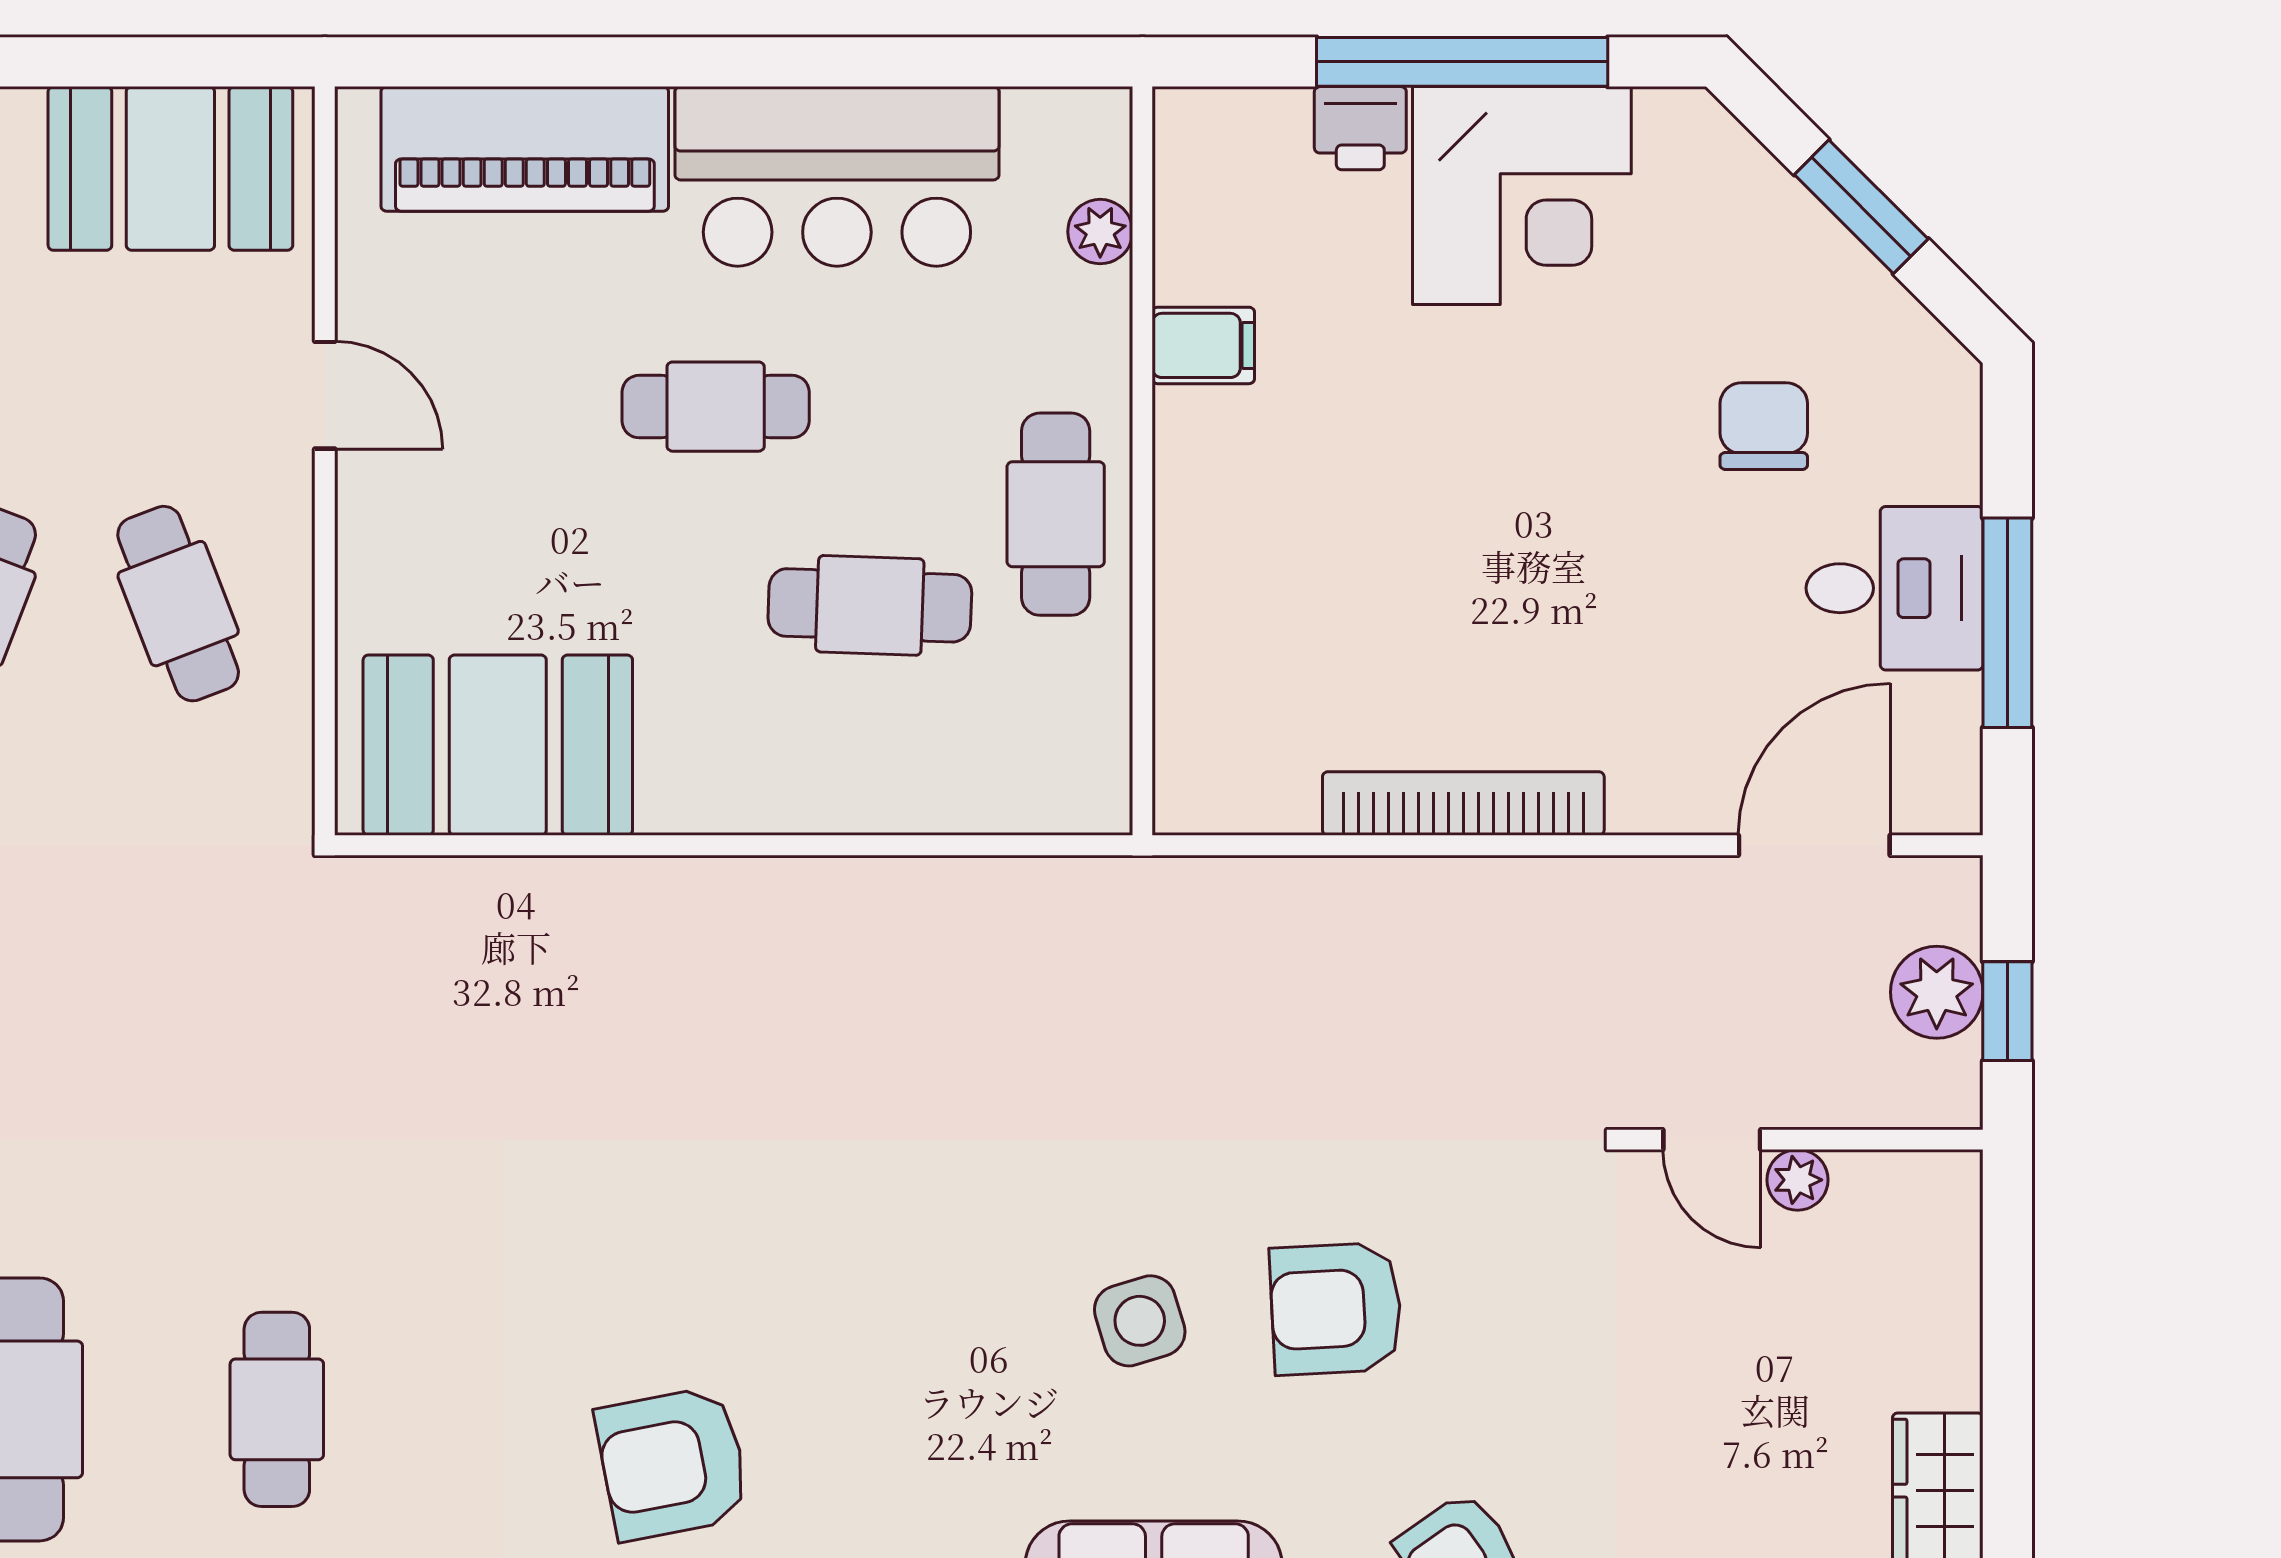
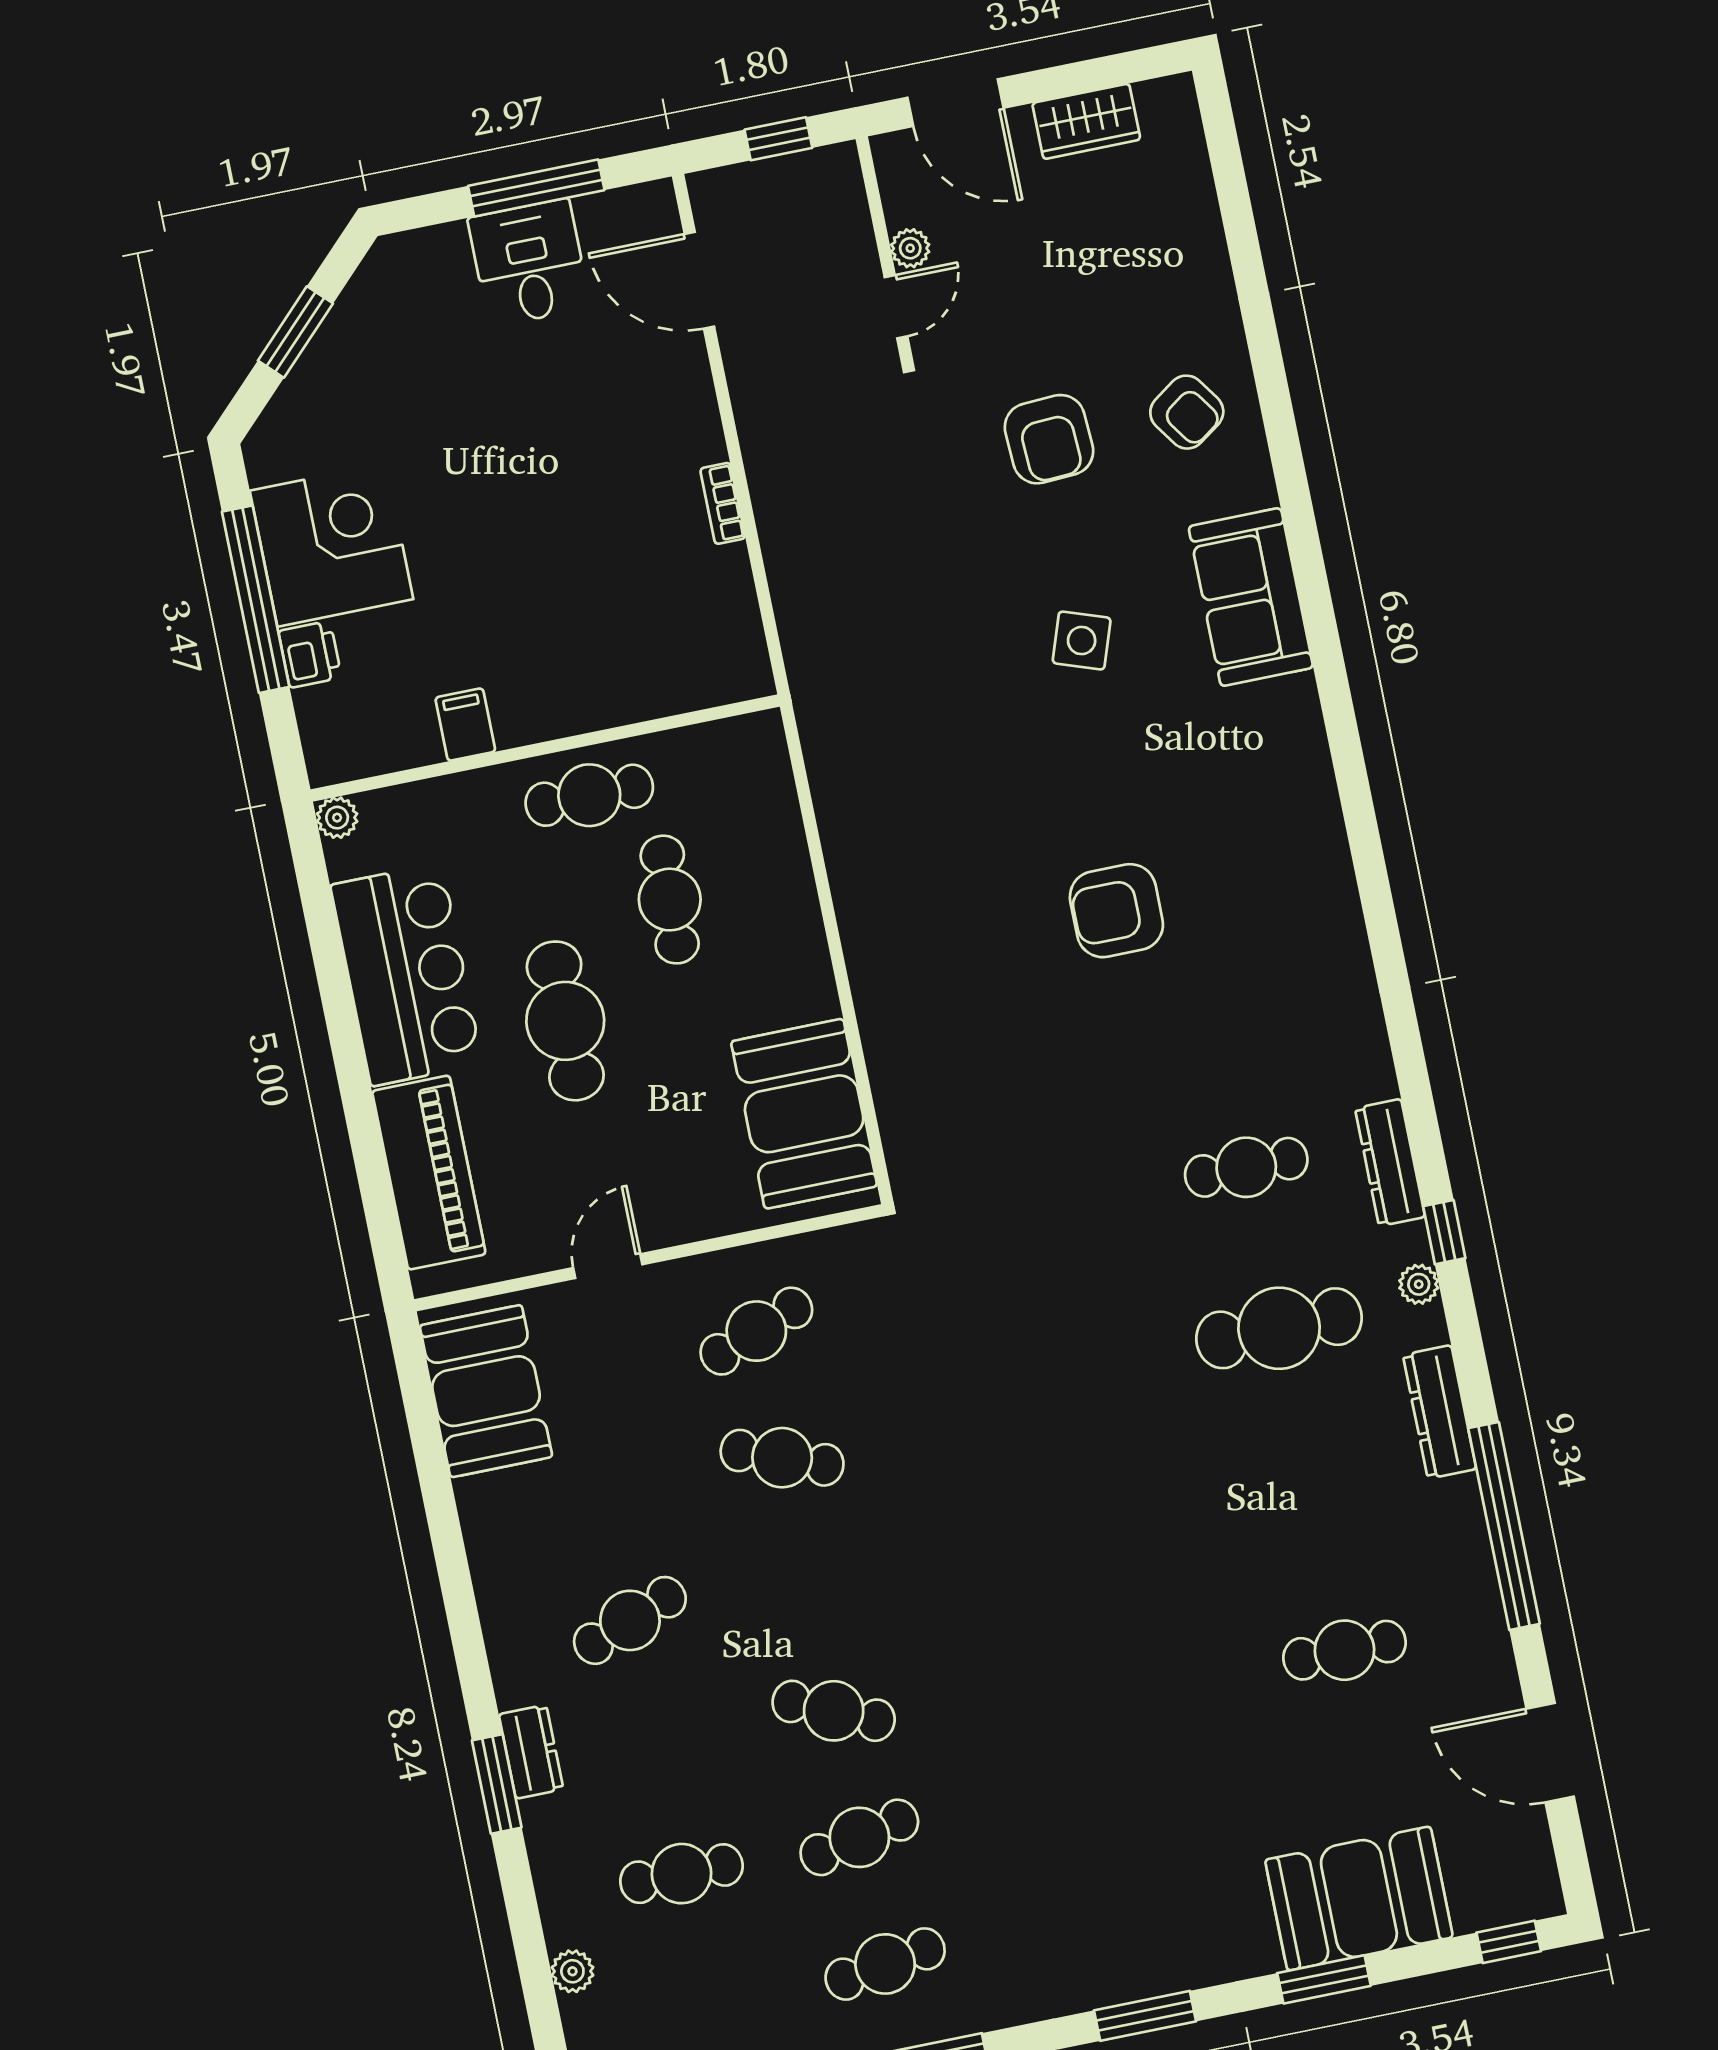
plant: (1100, 232) -> (337, 818), moved
cafe table: (716, 407) -> (565, 1021), width x1.37, depth x1.35
chair: (1764, 426) -> (445, 365), removed
bookcase: (1463, 803) -> (723, 503), width x0.43, depth x0.76
plant: (1937, 992) -> (776, 185), removed
door: (2007, 1295) -> (956, 103), added
armchair: (1336, 1309) -> (1049, 439), moved
side table: (1140, 1321) -> (1082, 641), turned 36
armchair: (673, 1463) -> (1116, 911), moved, turned 101

